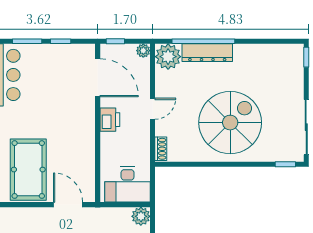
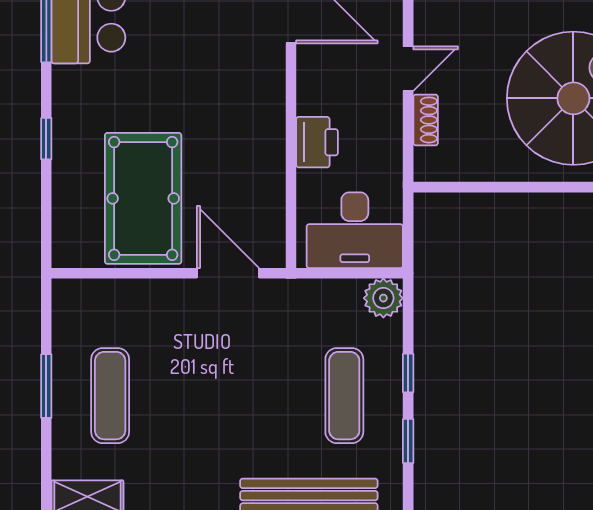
printer: (110, 120) -> (317, 142), moved
shoe rack: (161, 149) -> (426, 120), moved

